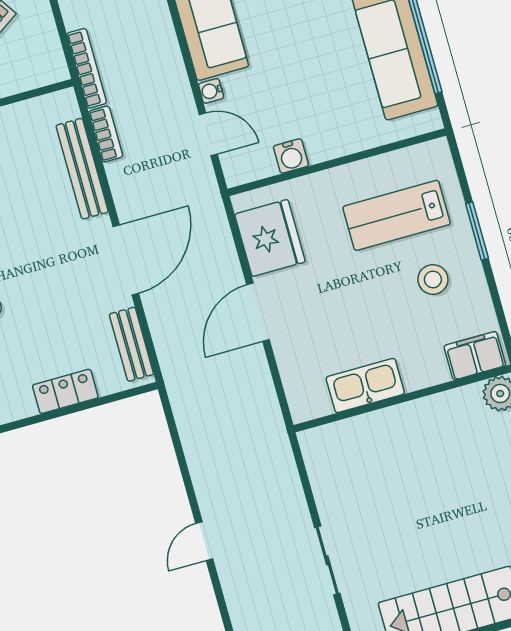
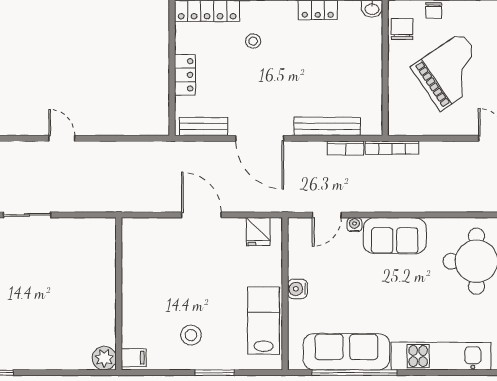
water cooler: (291, 156) -> (297, 289), moved
lab bench: (397, 215) -> (264, 321), moved
fridge: (270, 238) -> (258, 232), width x0.53, depth x0.75
filing cabinet: (475, 356) -> (134, 358), width x0.50
kitchen sink: (365, 386) -> (134, 272), removed

